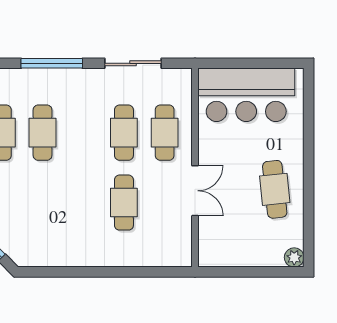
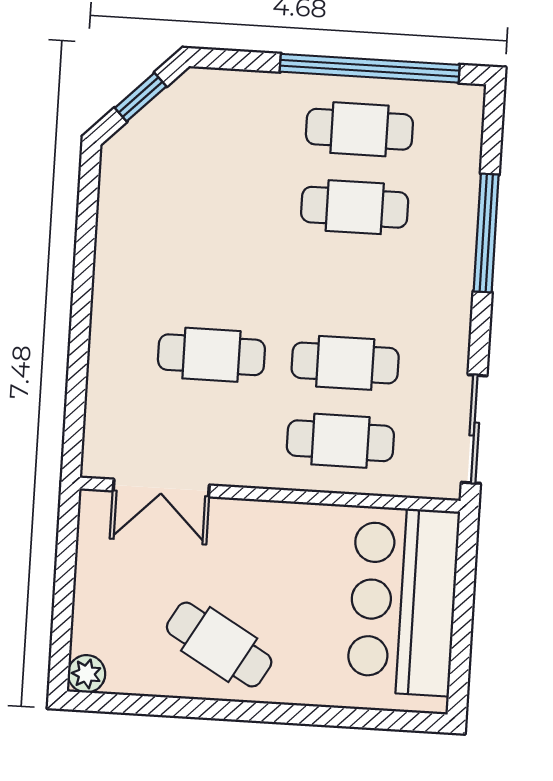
sliding door: (133, 63) -> (474, 429), moved
cafe table: (275, 189) -> (219, 645), turned 36
double door: (195, 191) -> (161, 488), moved

